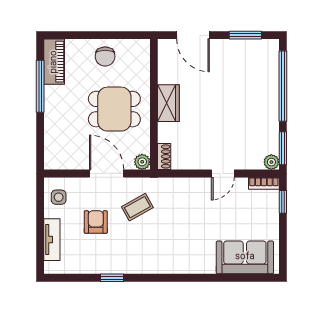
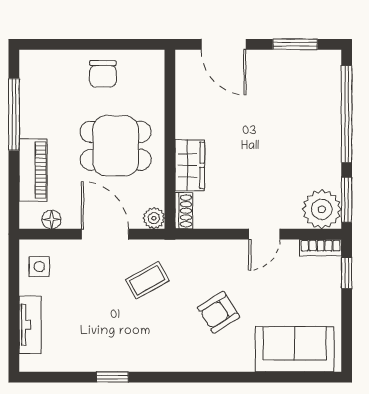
piano: (54, 62) -> (33, 170), moved
wardrobe: (168, 103) -> (190, 165), moved
plant: (271, 162) -> (322, 209), width x1.88, depth x1.88
floor lamp: (68, 163) -> (52, 219), added
armchair: (96, 222) -> (218, 312), moved, turned -122

